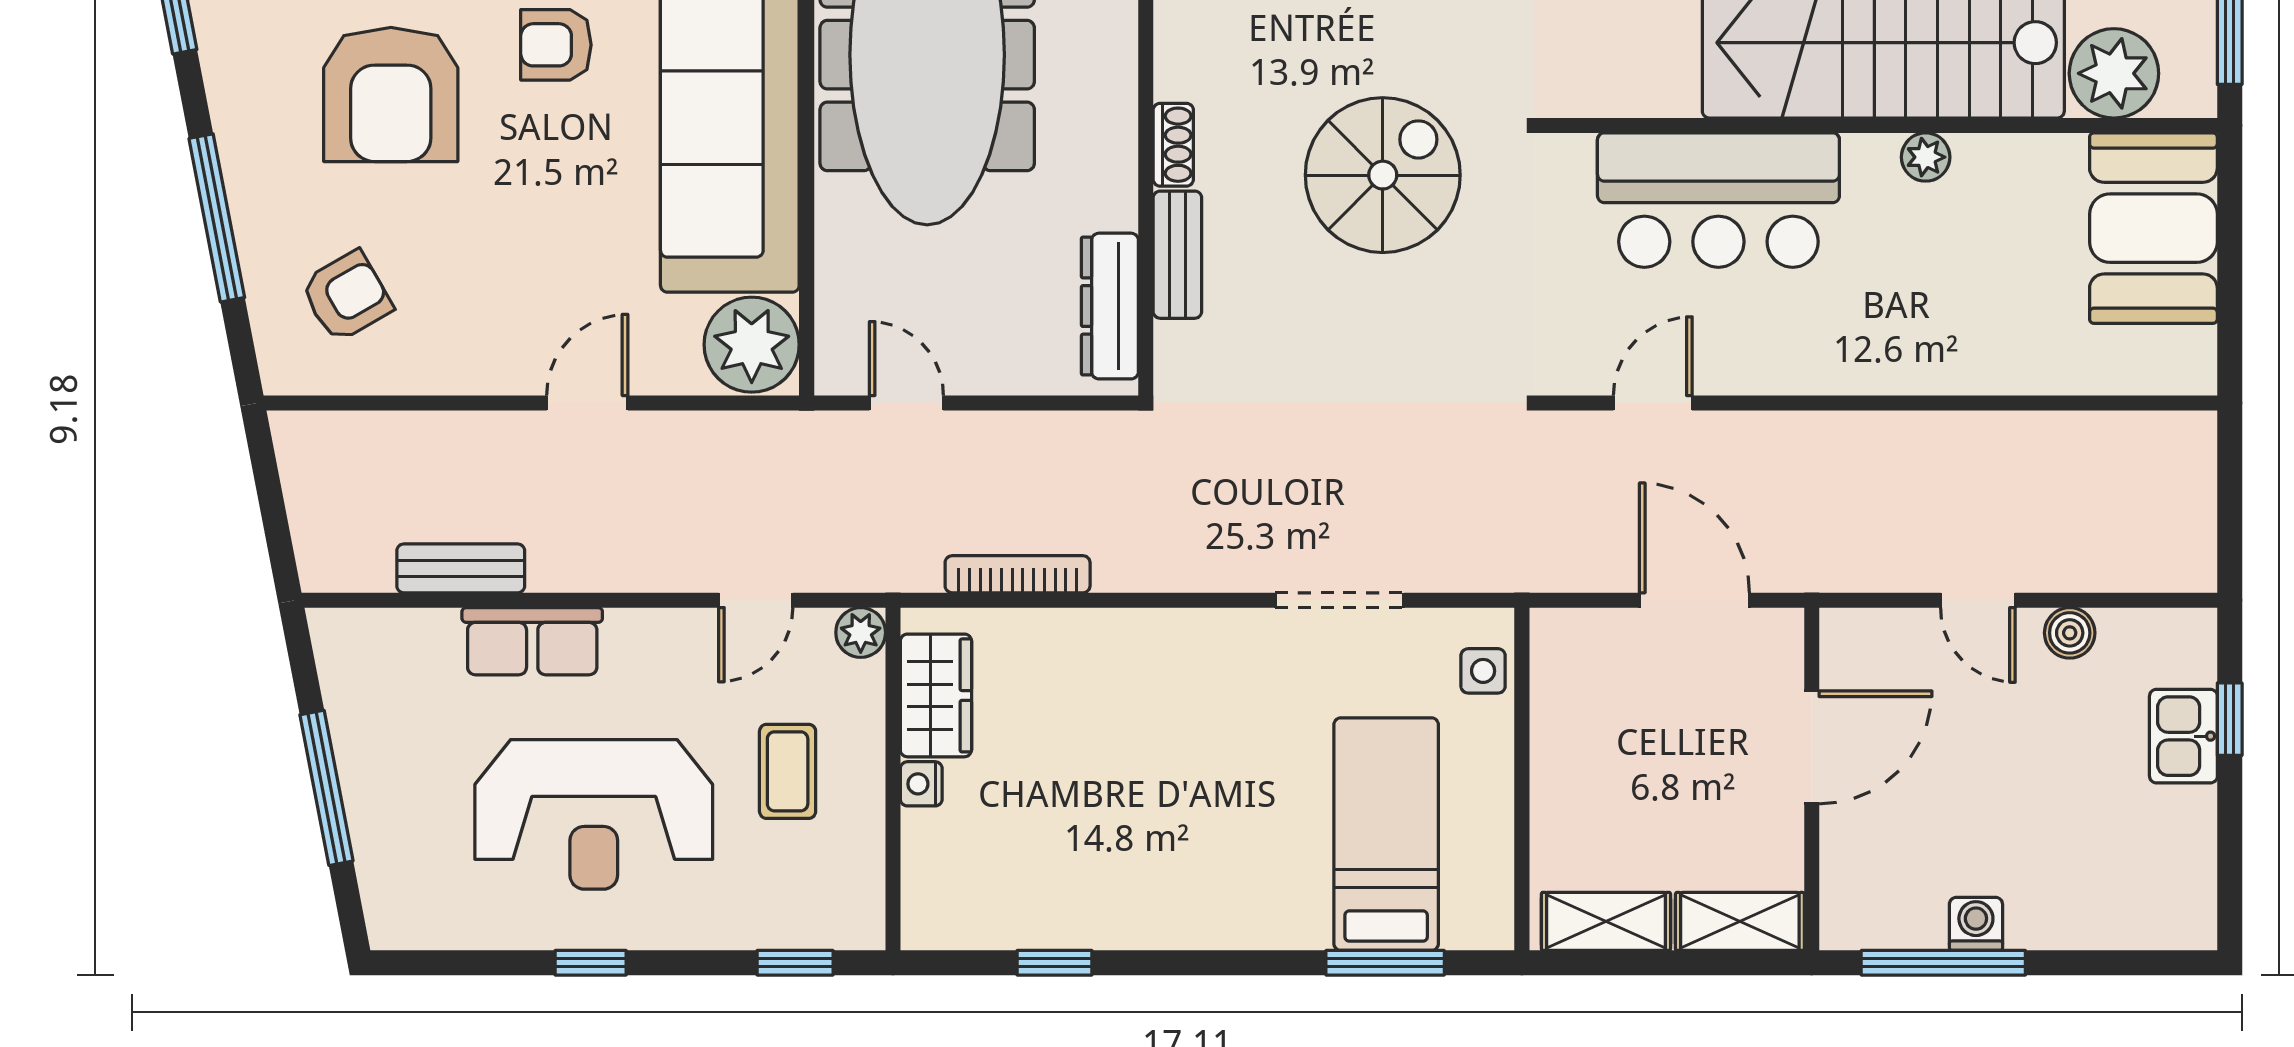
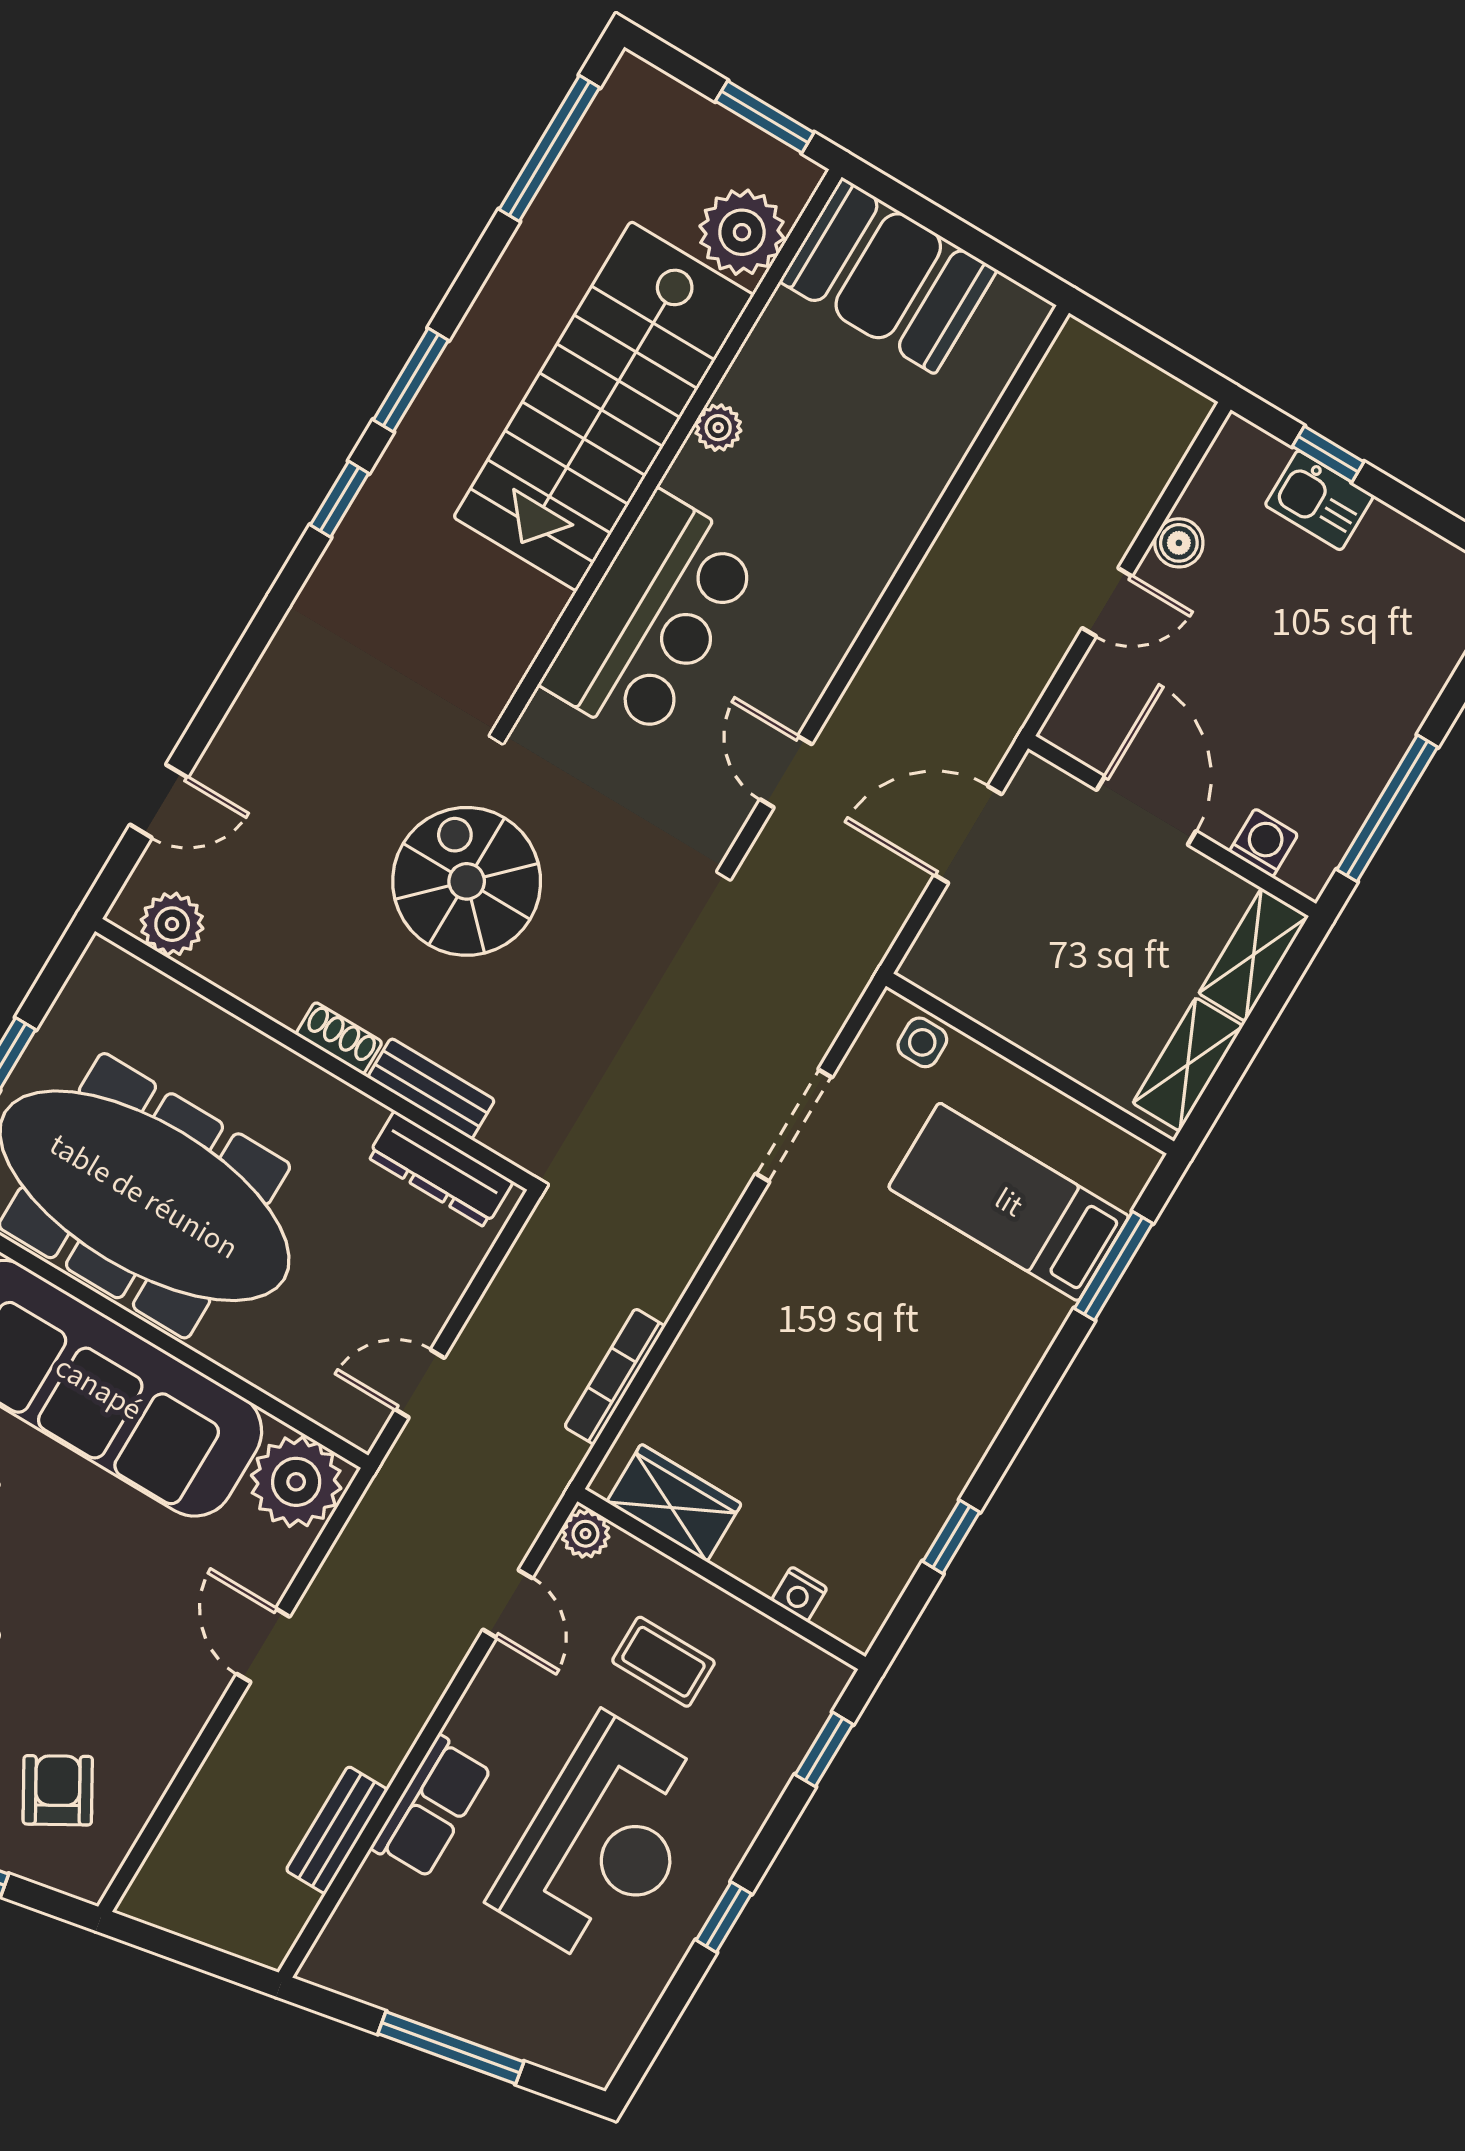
nightstand: (921, 784) -> (799, 1594), moved
washing machine: (1976, 924) -> (1264, 843), moved, turned 90

